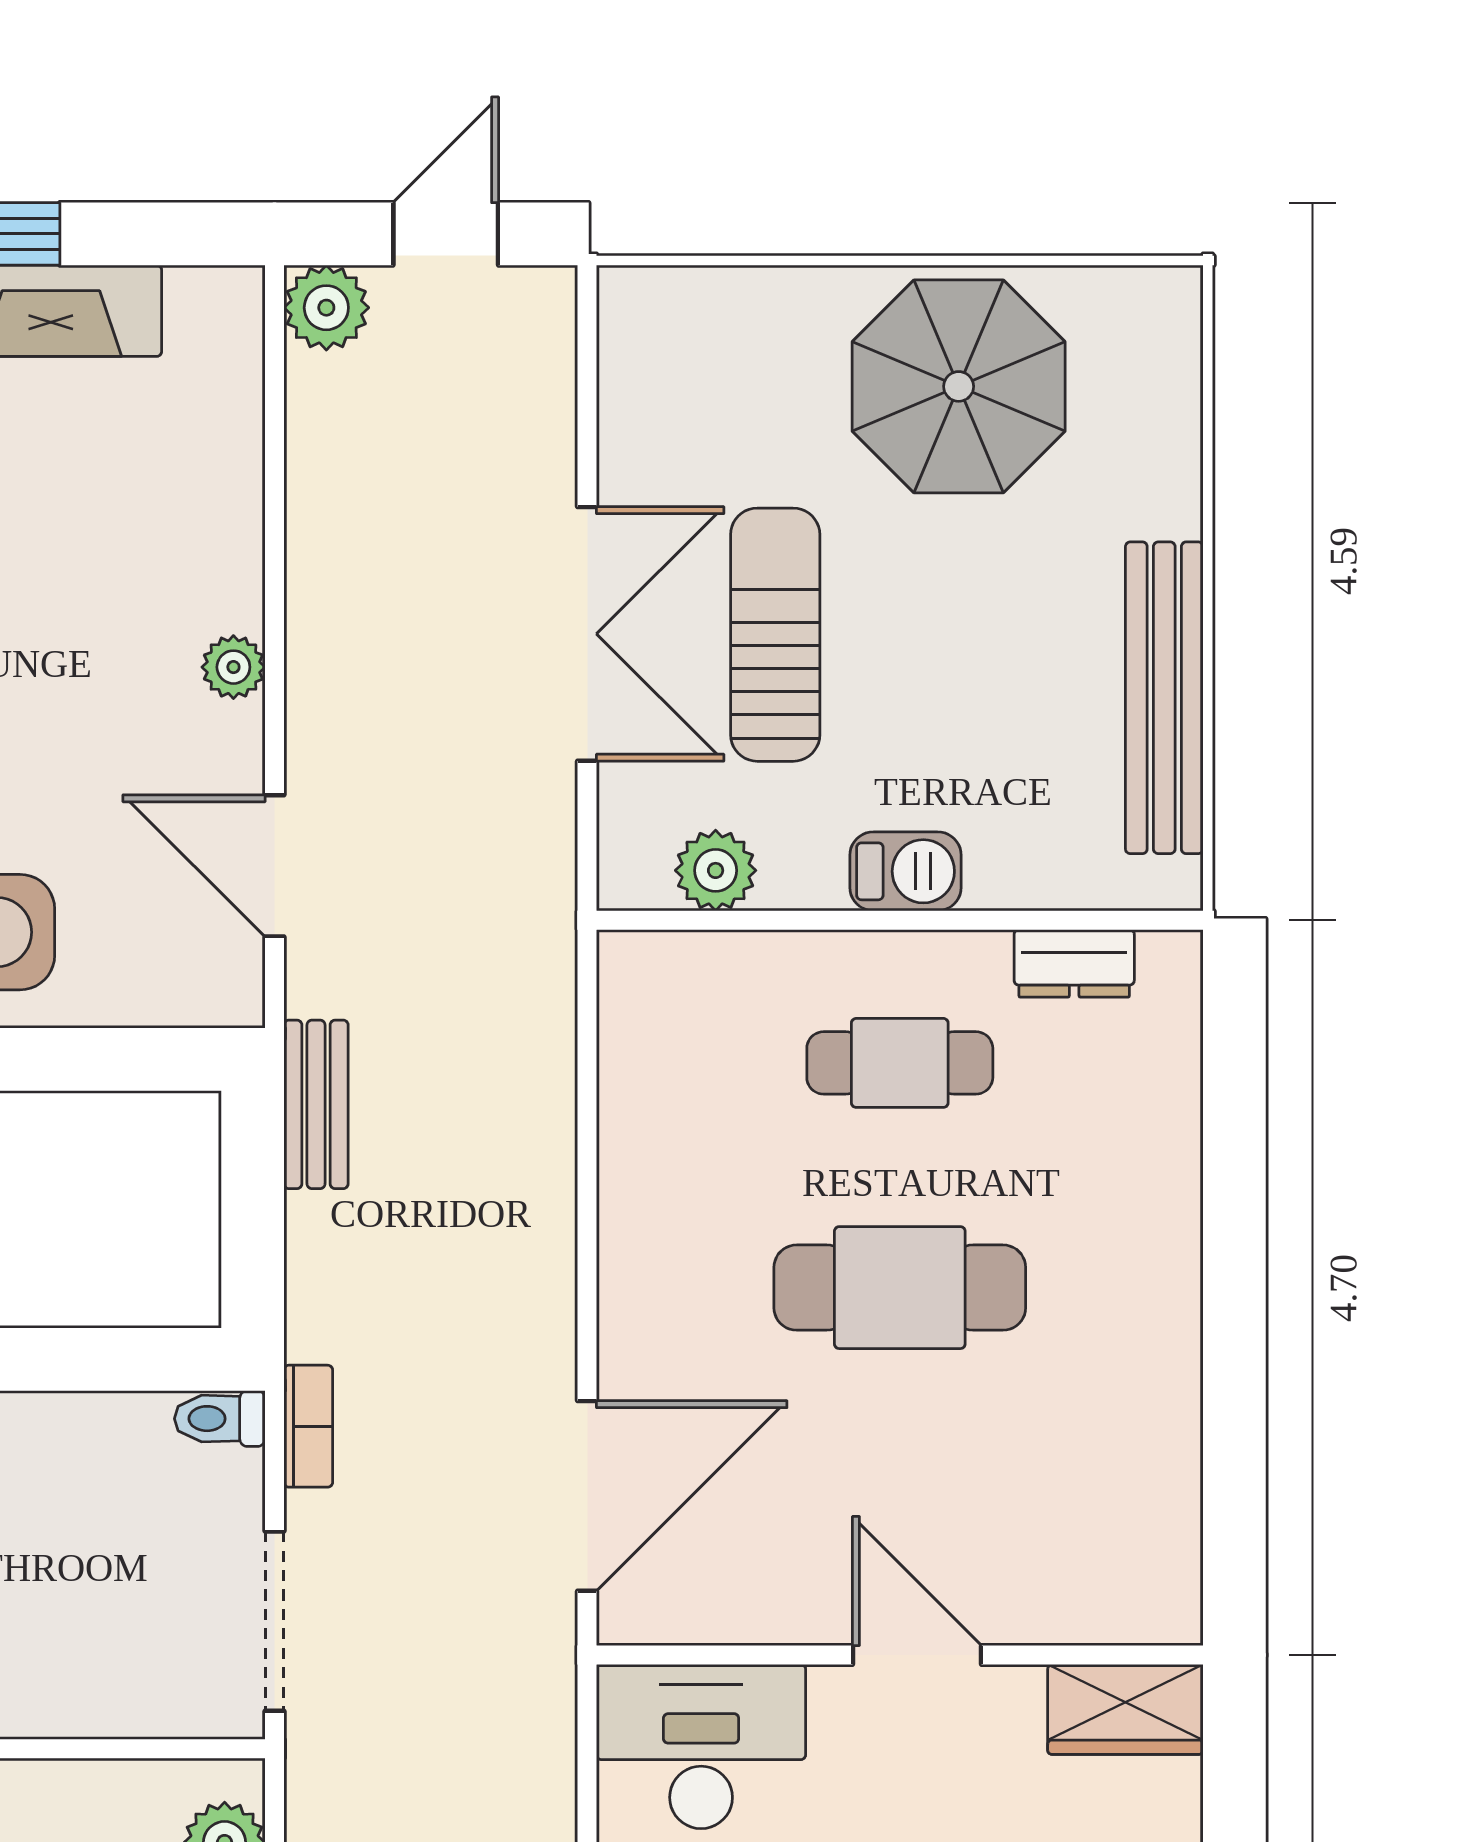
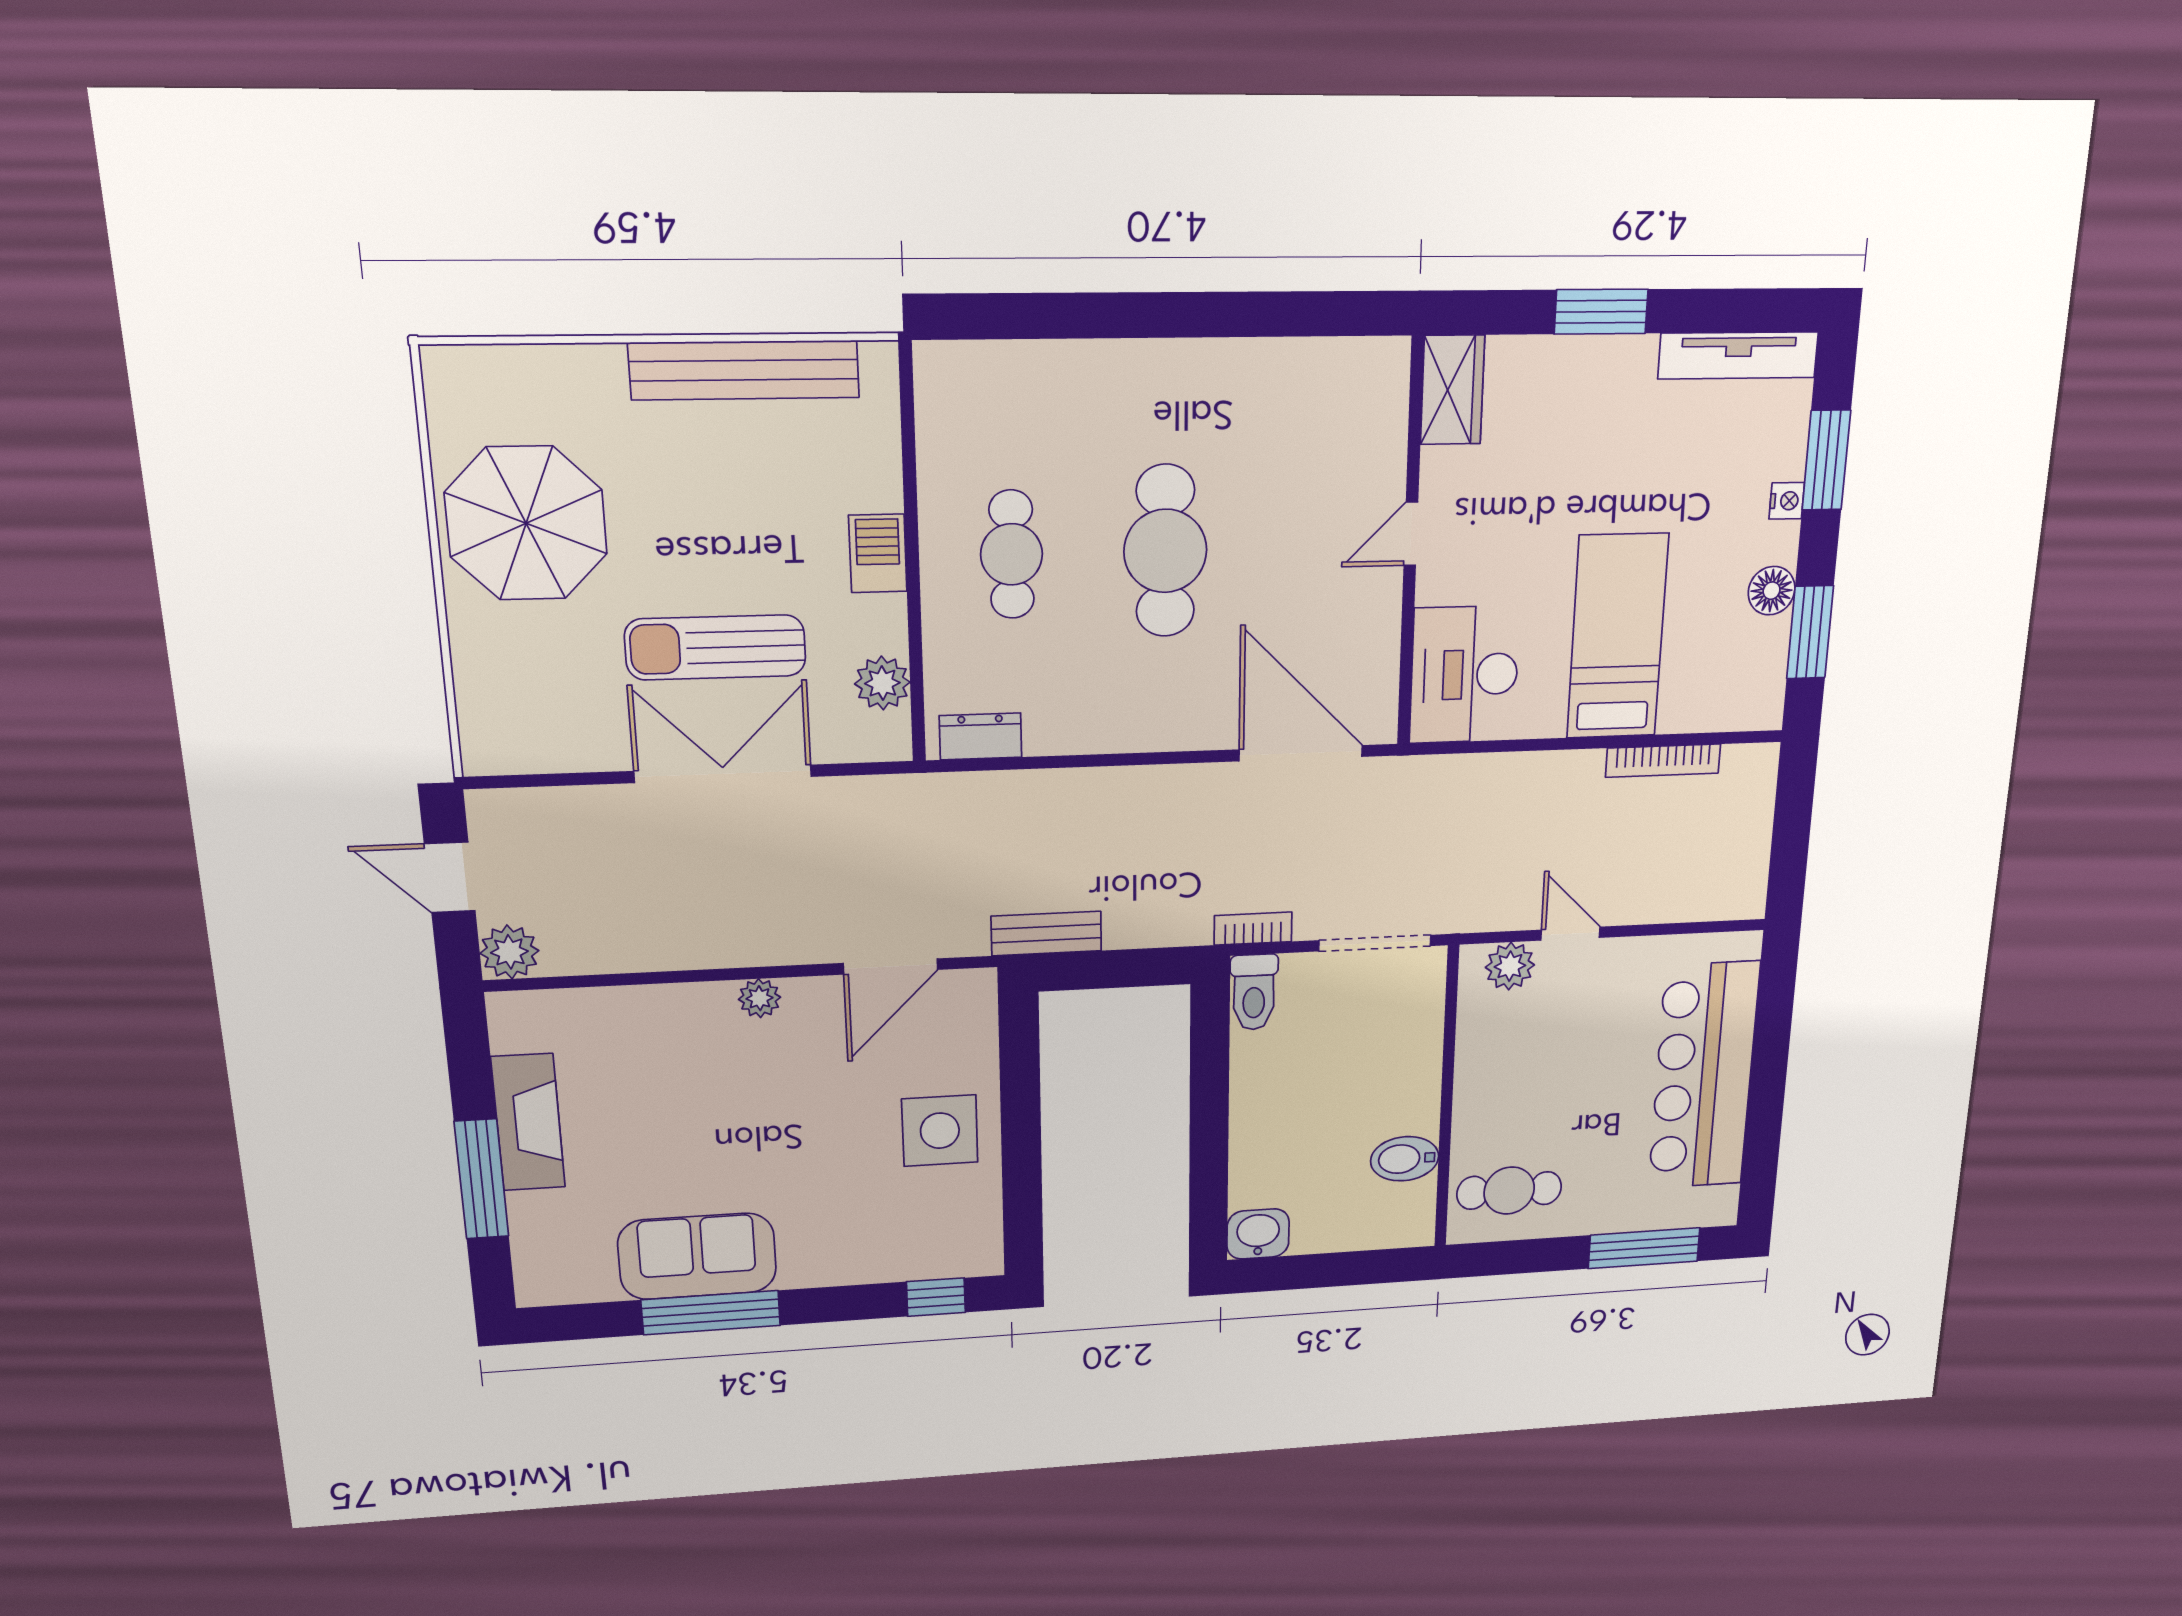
dresser: (1074, 963) -> (981, 736), moved, turned -90
toilet: (220, 1419) -> (1254, 992), width x1.37, depth x1.39
door: (917, 1655) -> (1411, 534), width x0.73

